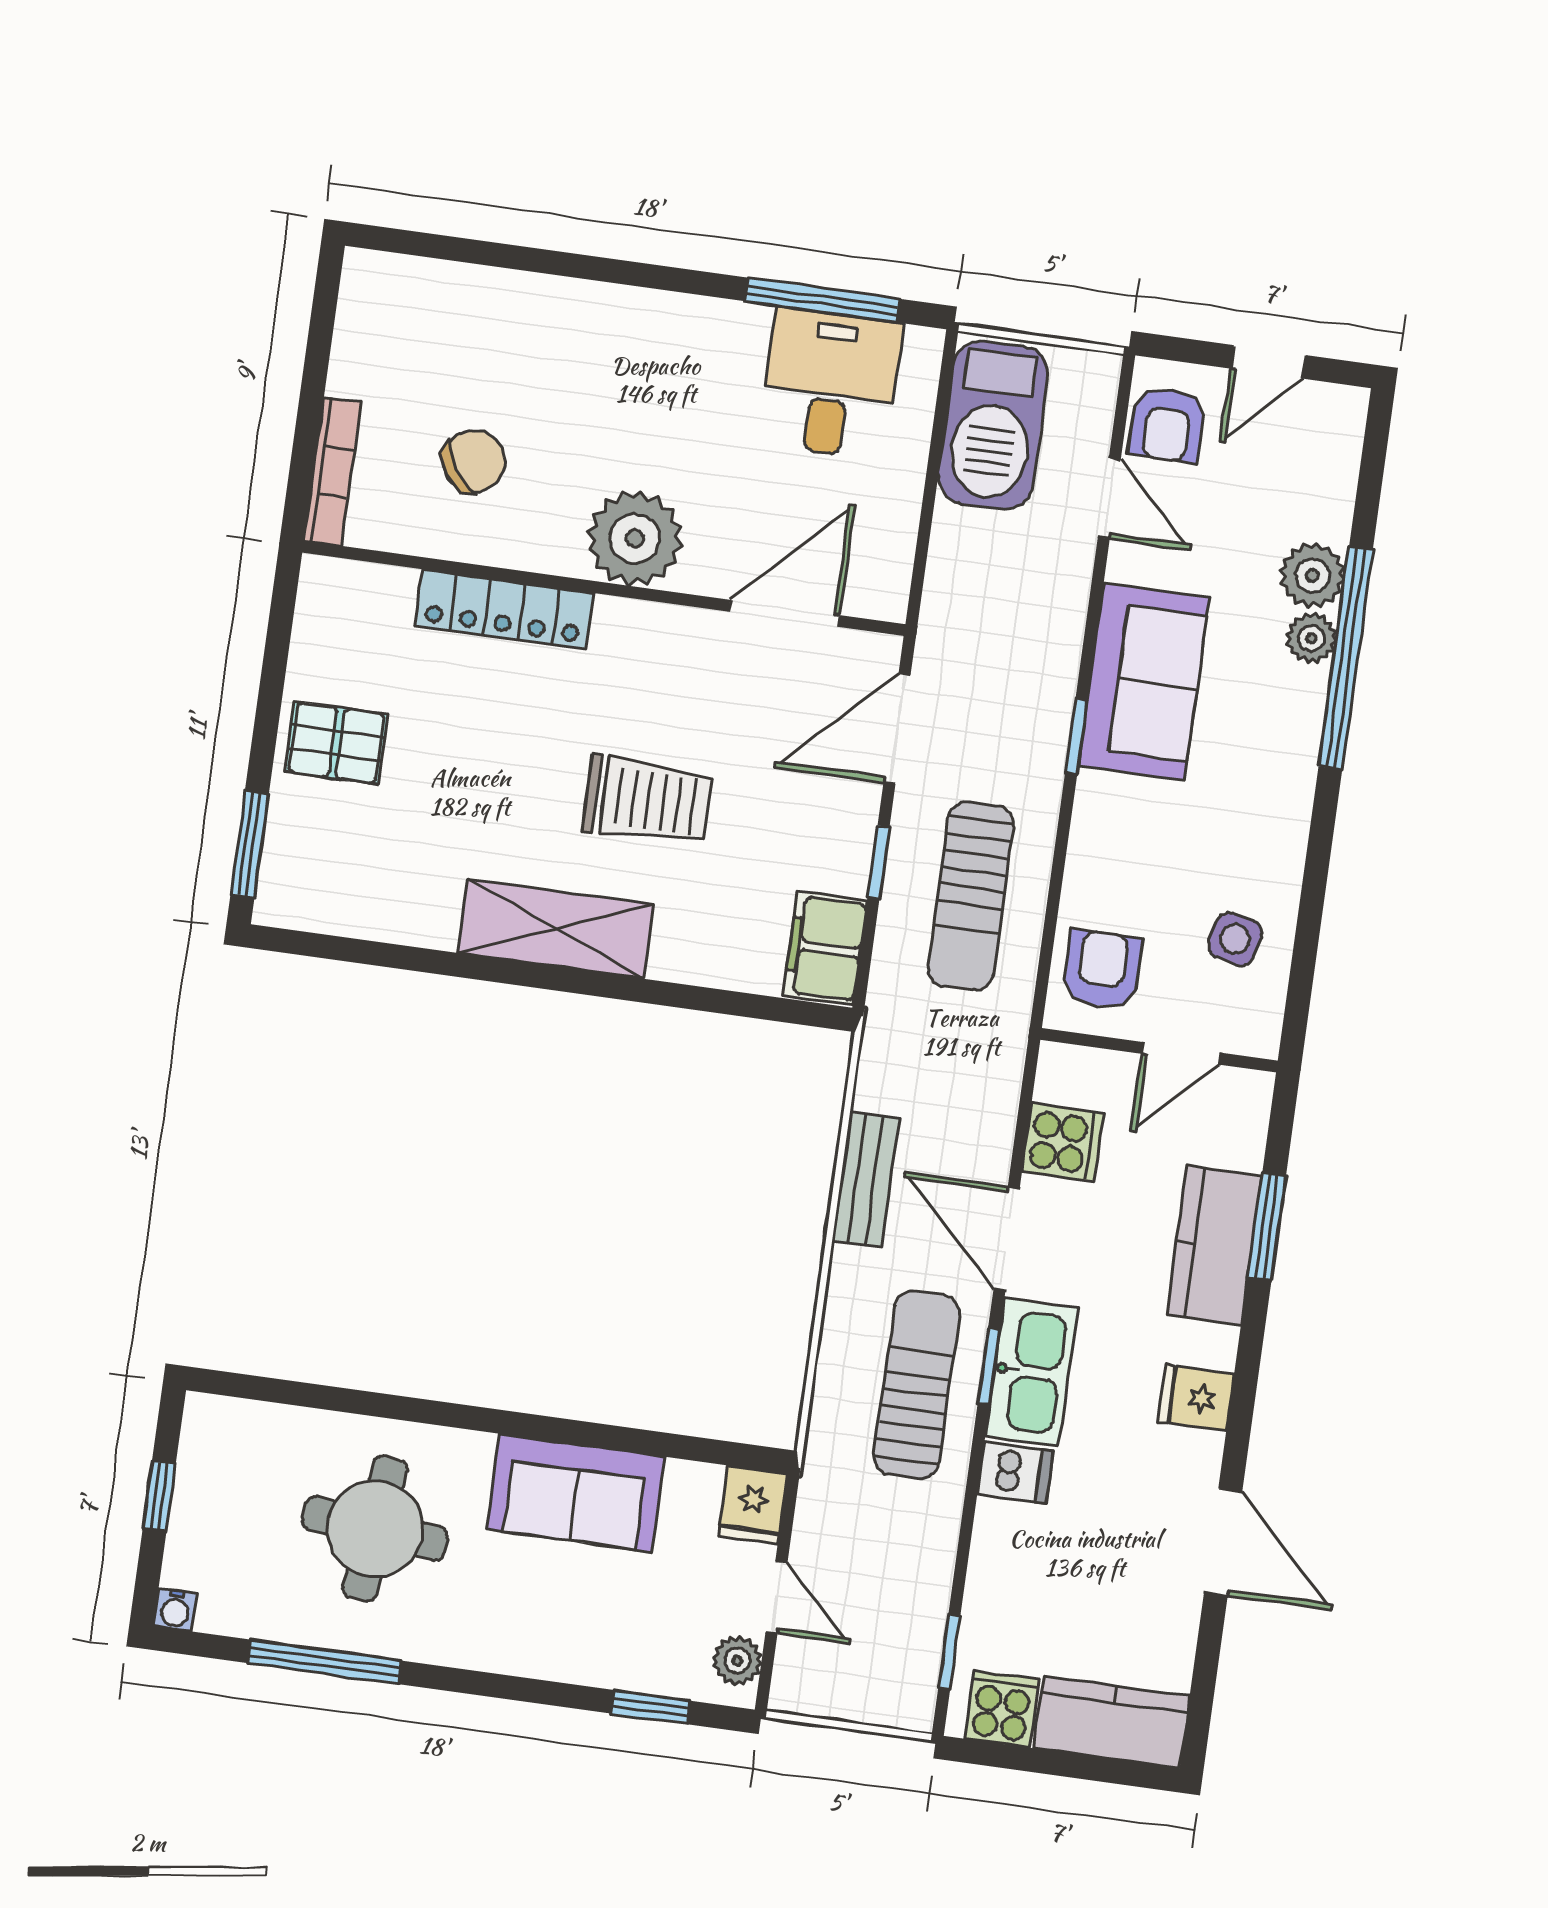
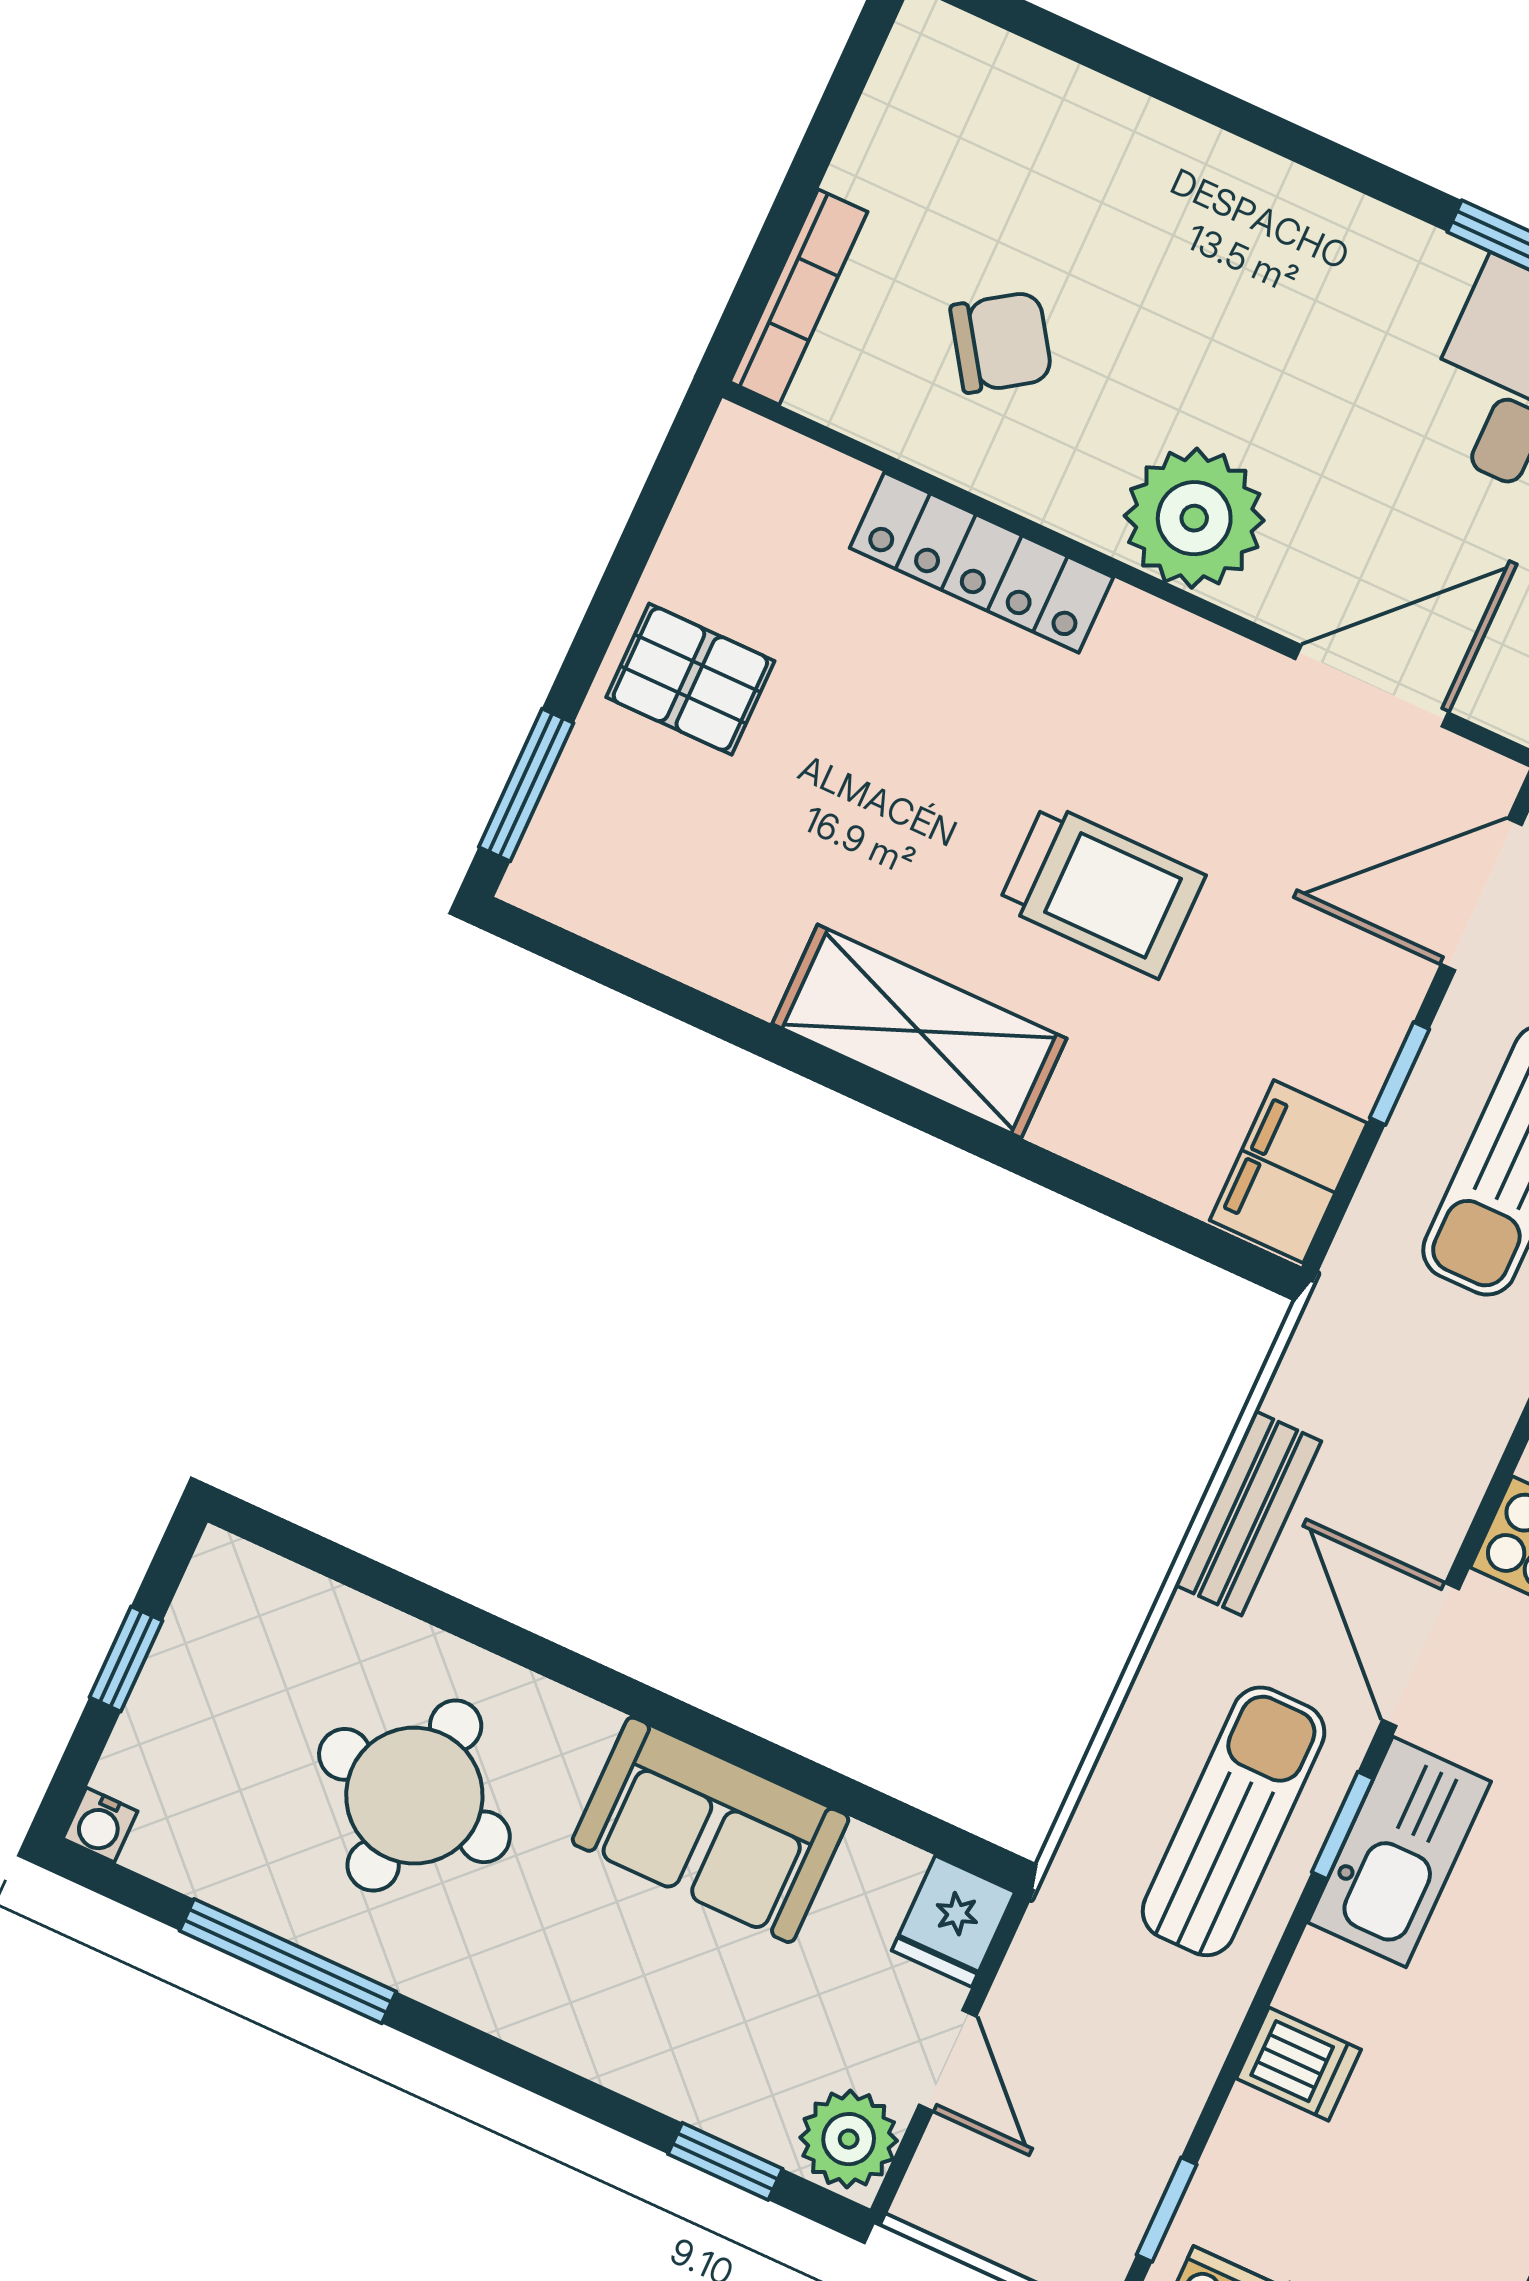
dishwasher: (1015, 1472) -> (1299, 2064), moved
plant: (737, 1661) -> (849, 2139), width x1.38, depth x1.38

